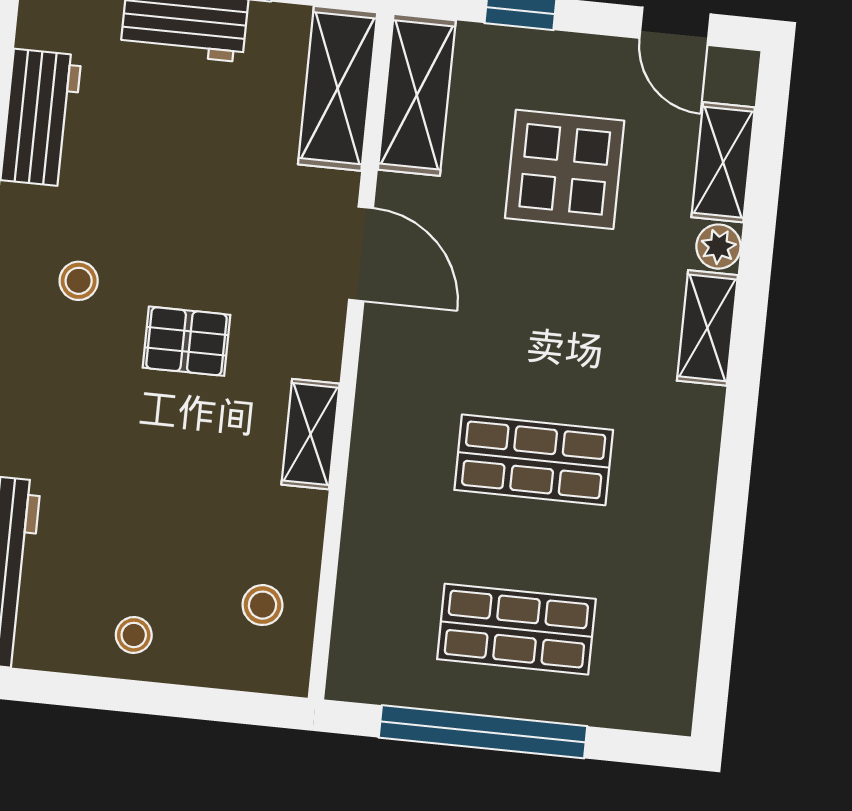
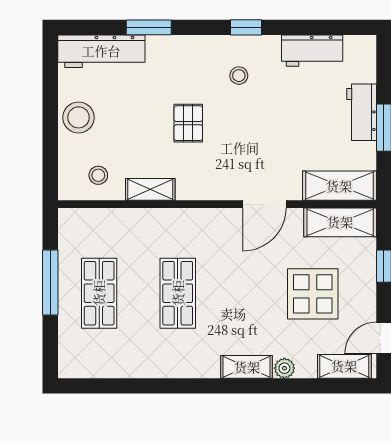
shelving: (723, 162) -> (344, 366), moved
pallet: (186, 341) -> (188, 123), moved
shelving: (310, 434) -> (150, 189), moved
stool: (134, 635) -> (79, 117), width x1.89, depth x1.89
window: (483, 732) -> (50, 283), width x0.68

